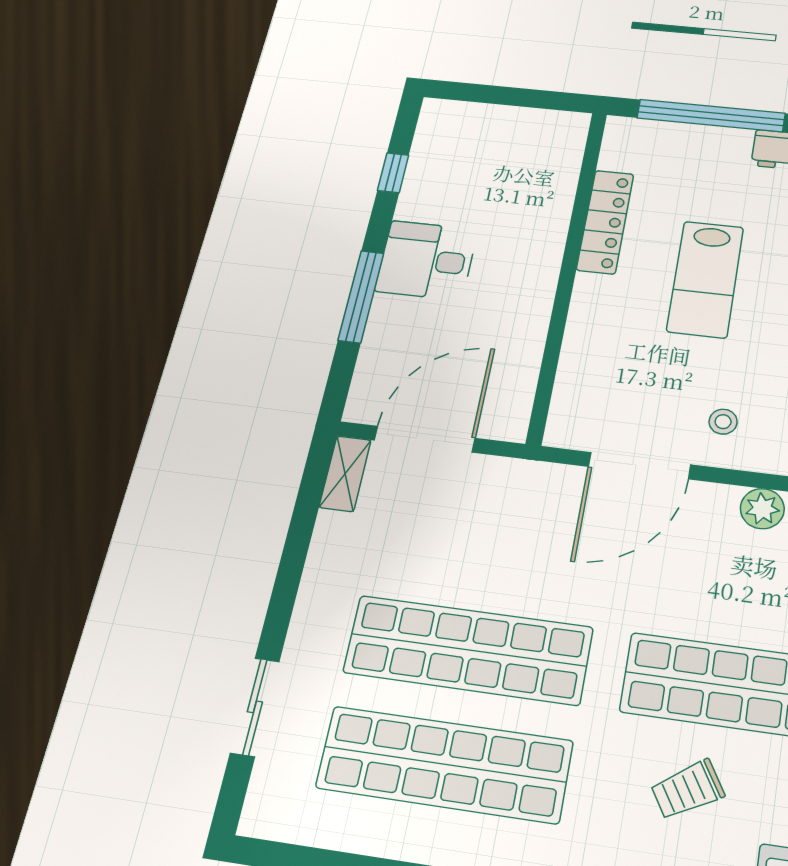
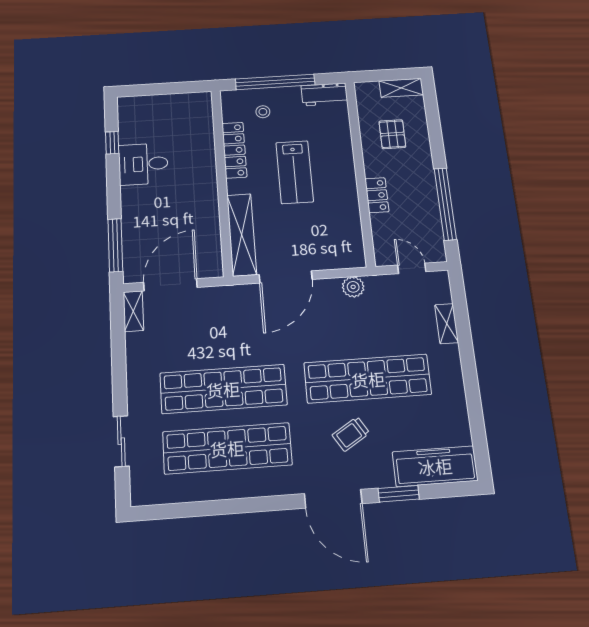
desk: (427, 260) -> (143, 164), moved
window: (361, 296) -> (115, 245), moved
shelving: (578, 373) -> (242, 235), added
stool: (723, 422) -> (263, 112), moved

